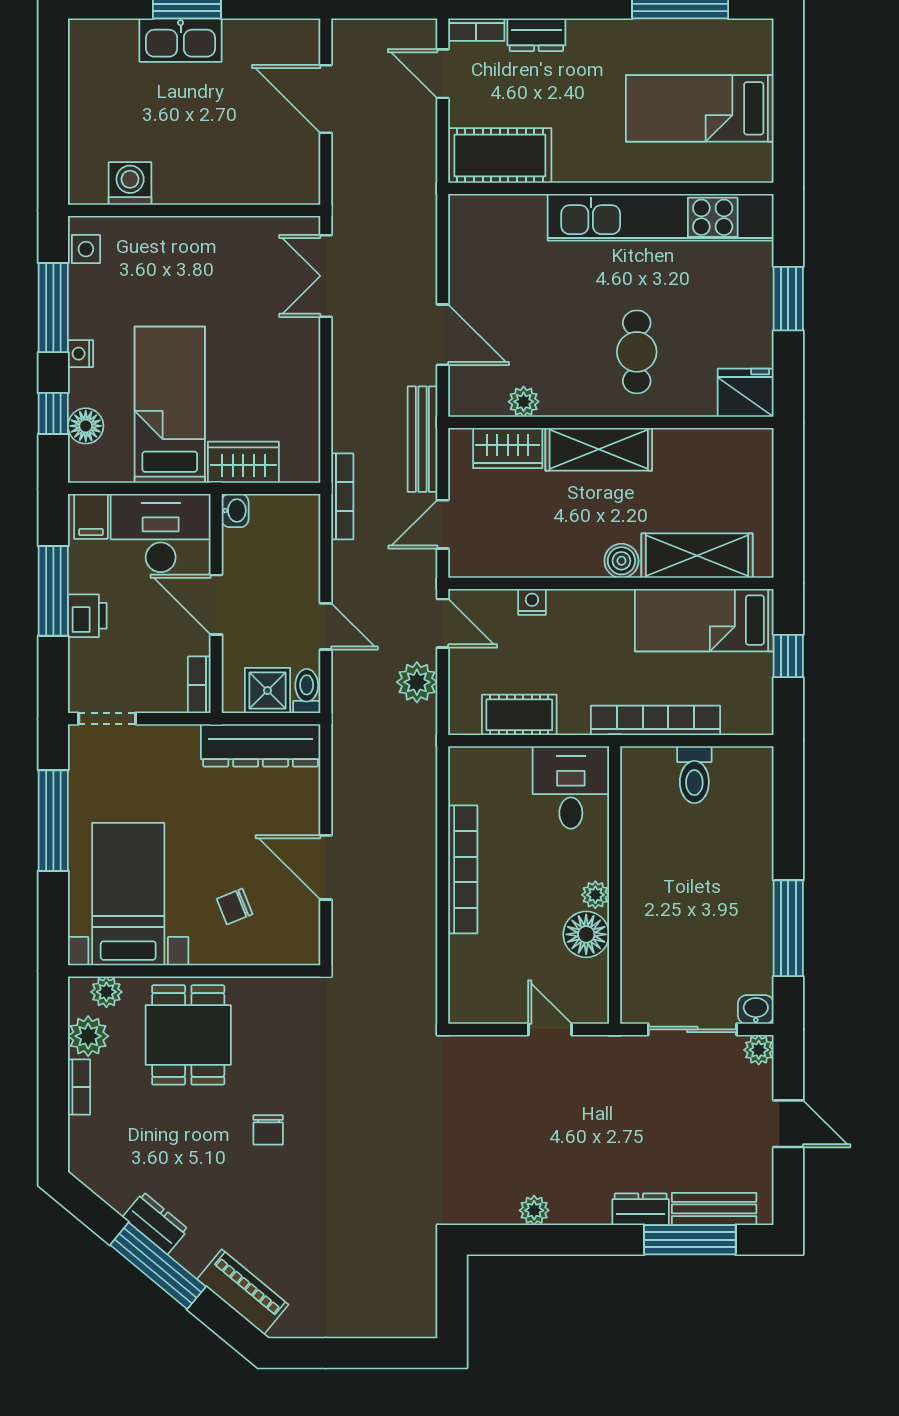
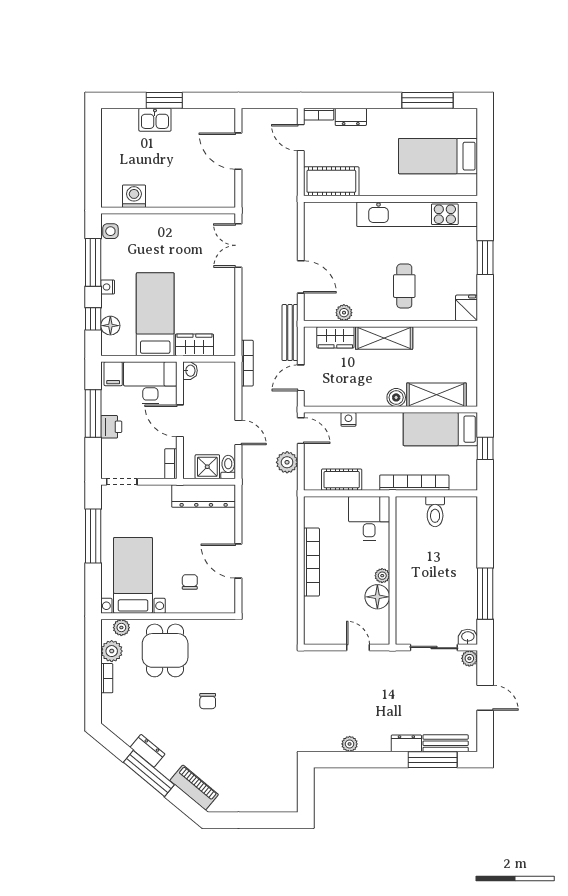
kitchen sink: (181, 40) -> (155, 120), width x0.73
fridge: (746, 393) -> (467, 308), width x0.72
chair: (235, 906) -> (190, 582), turned 112

